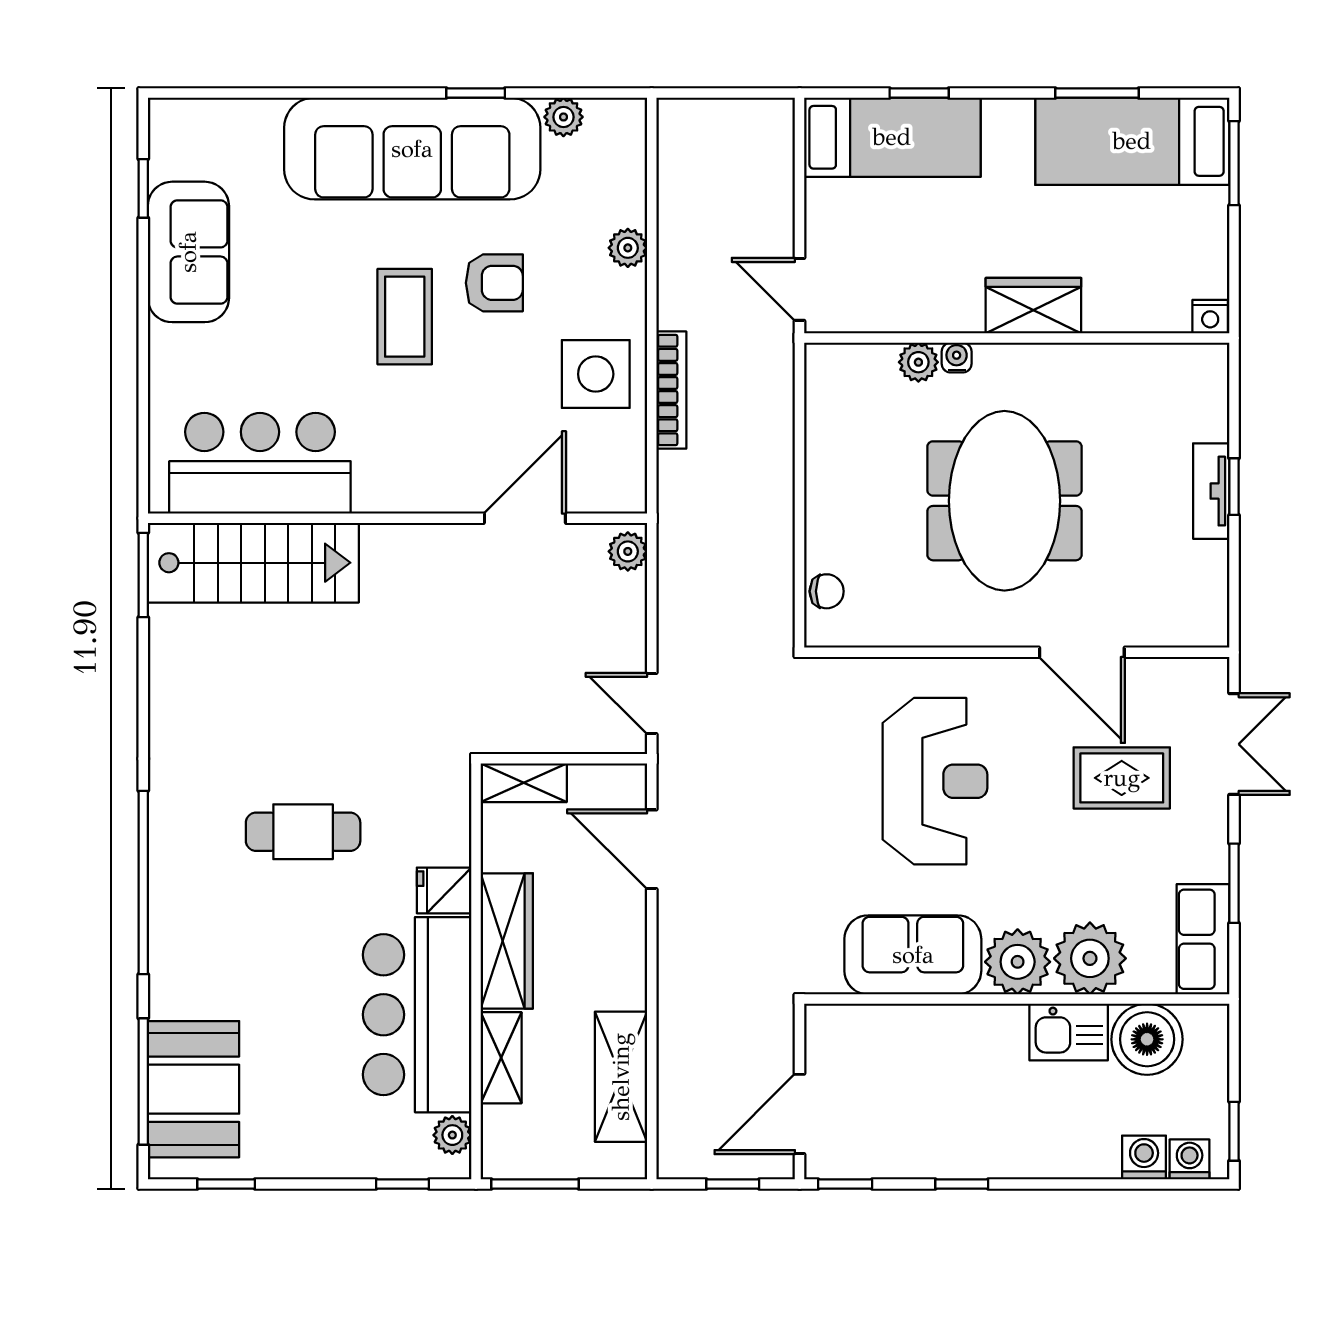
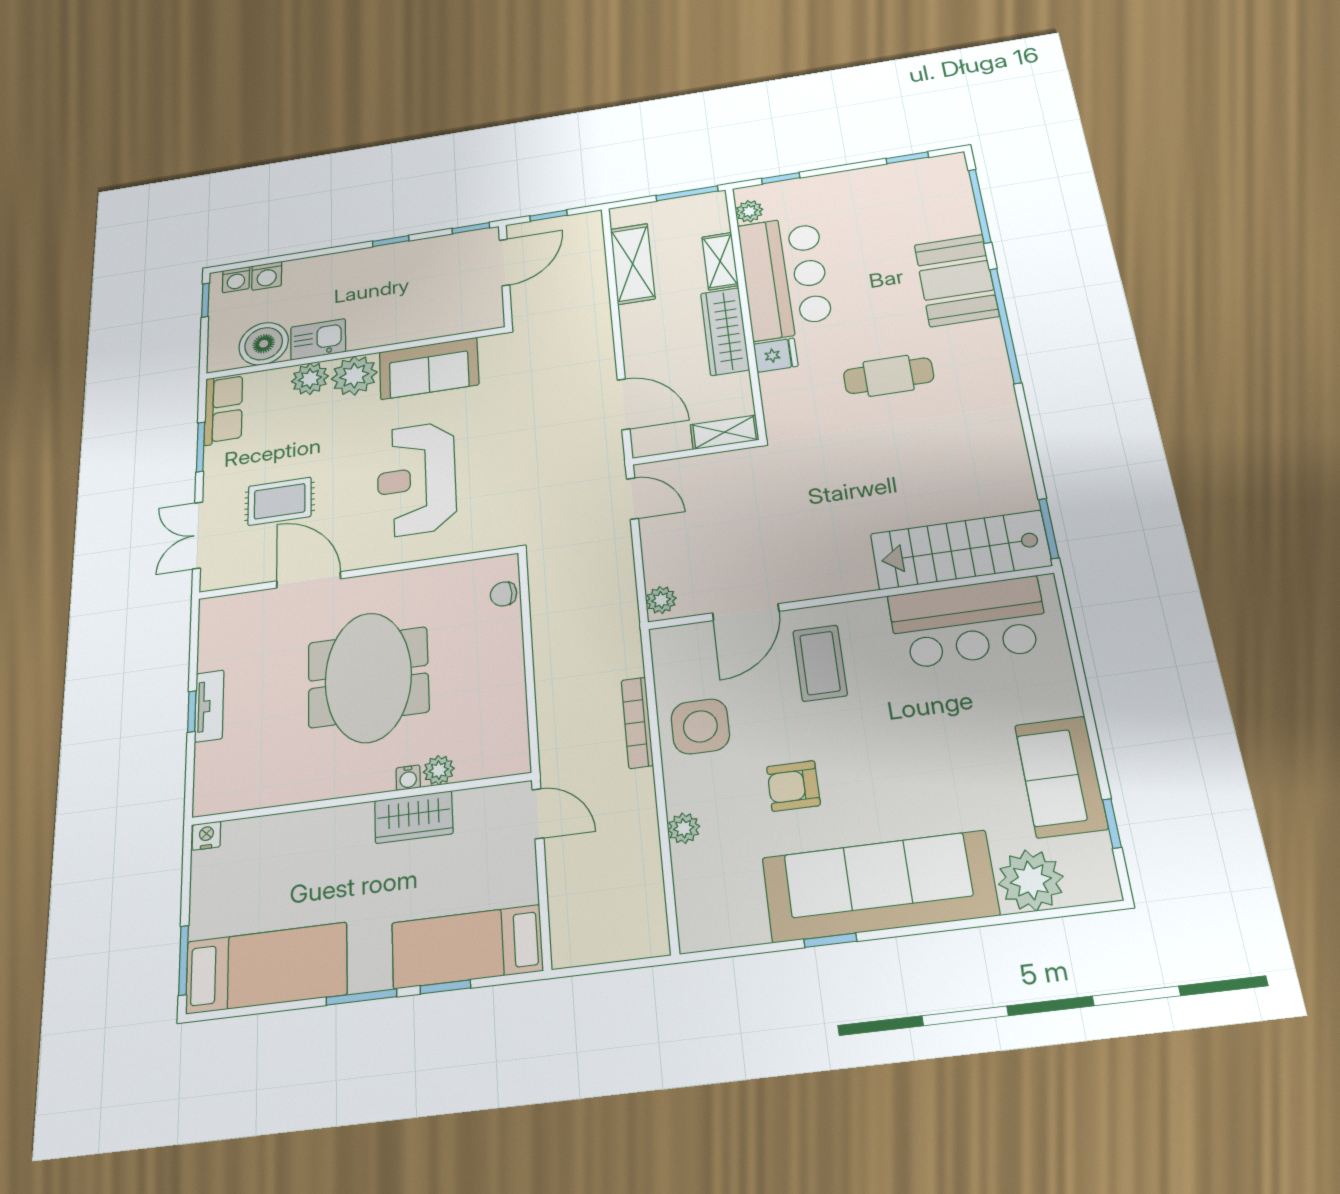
window: (1097, 93) -> (361, 997), moved
plant: (563, 117) -> (1031, 880), moved, width x1.88, depth x1.88
wardrobe: (1033, 306) -> (414, 817), moved
coffee table: (405, 317) -> (820, 663), moved
plant: (1090, 958) -> (310, 379), width x0.73, depth x0.73
booth: (194, 1089) -> (956, 280), moved

